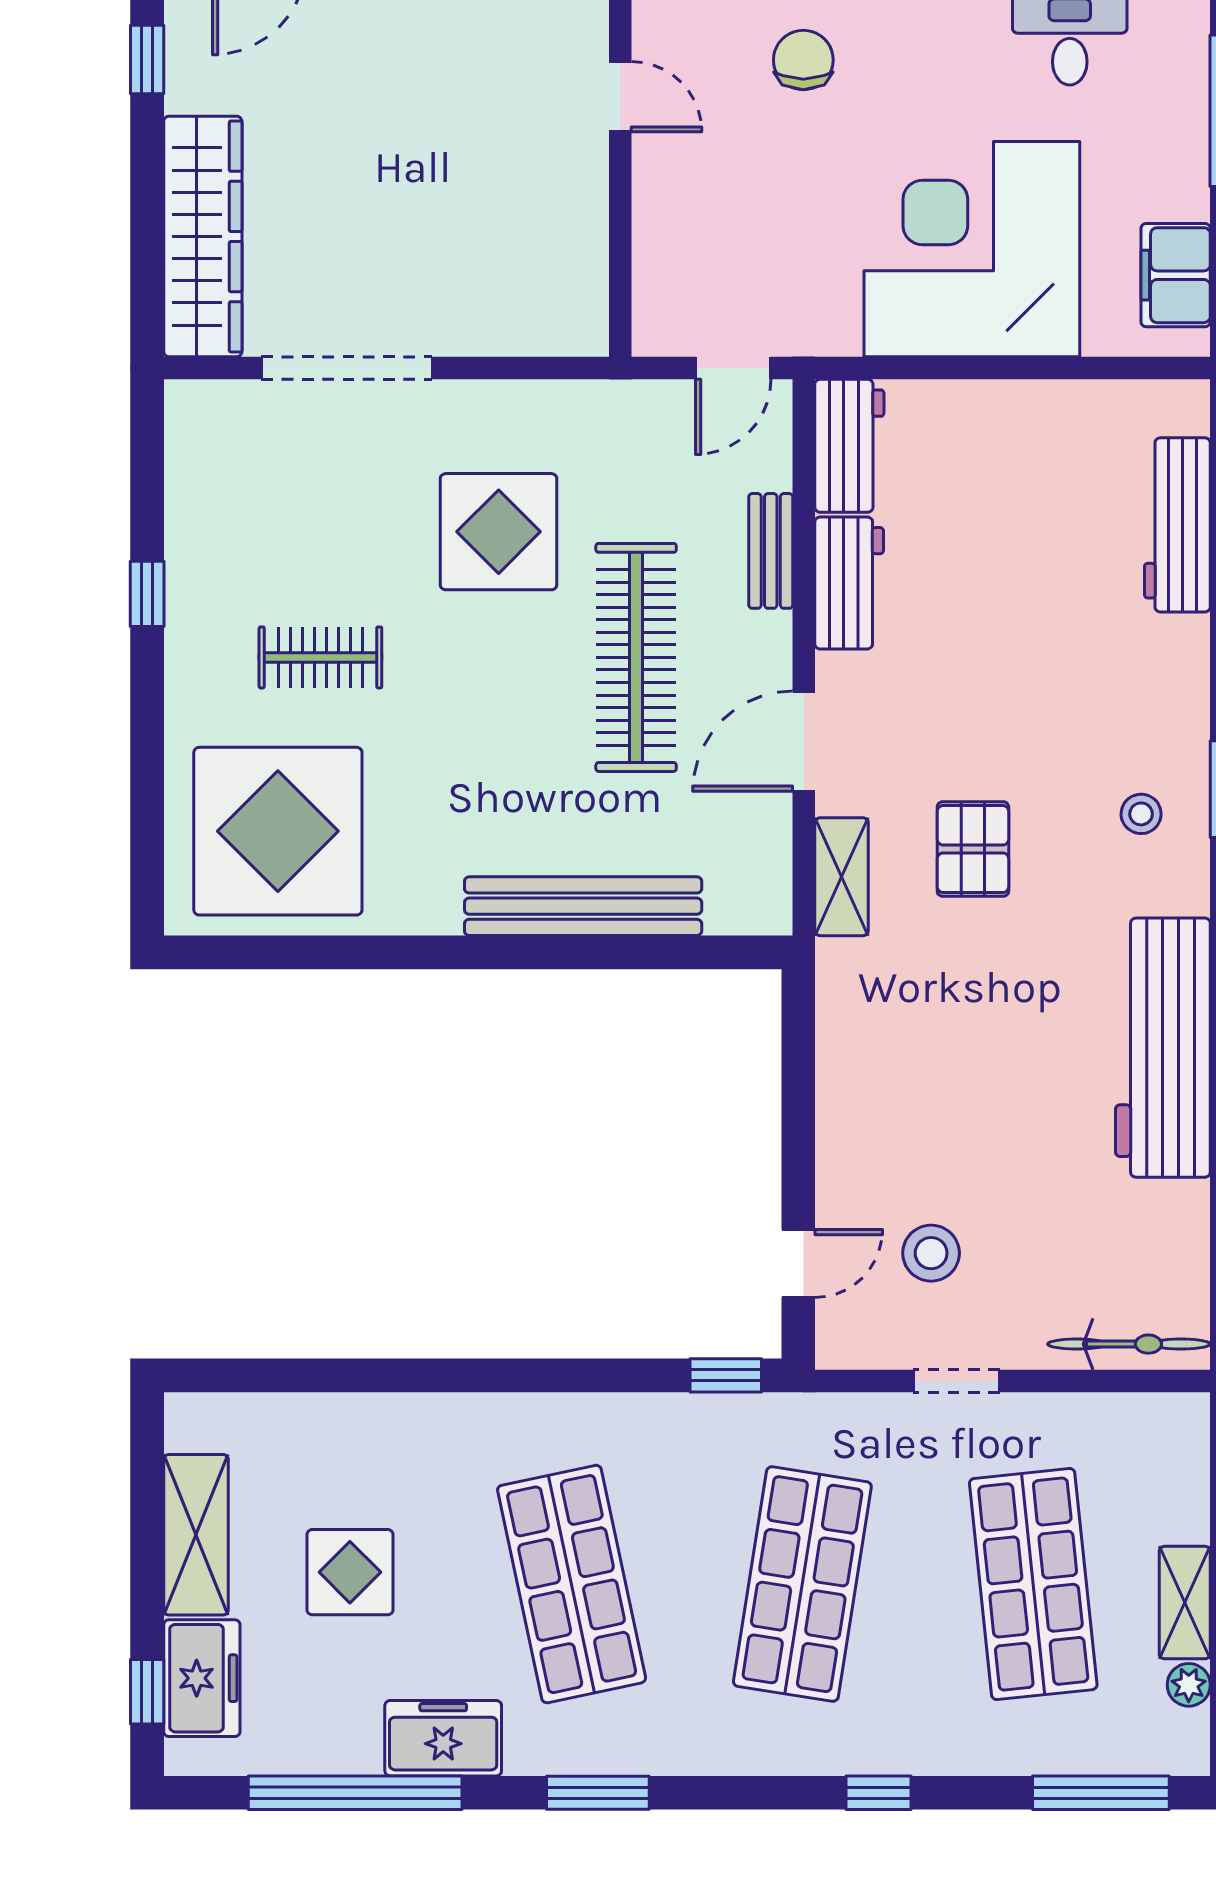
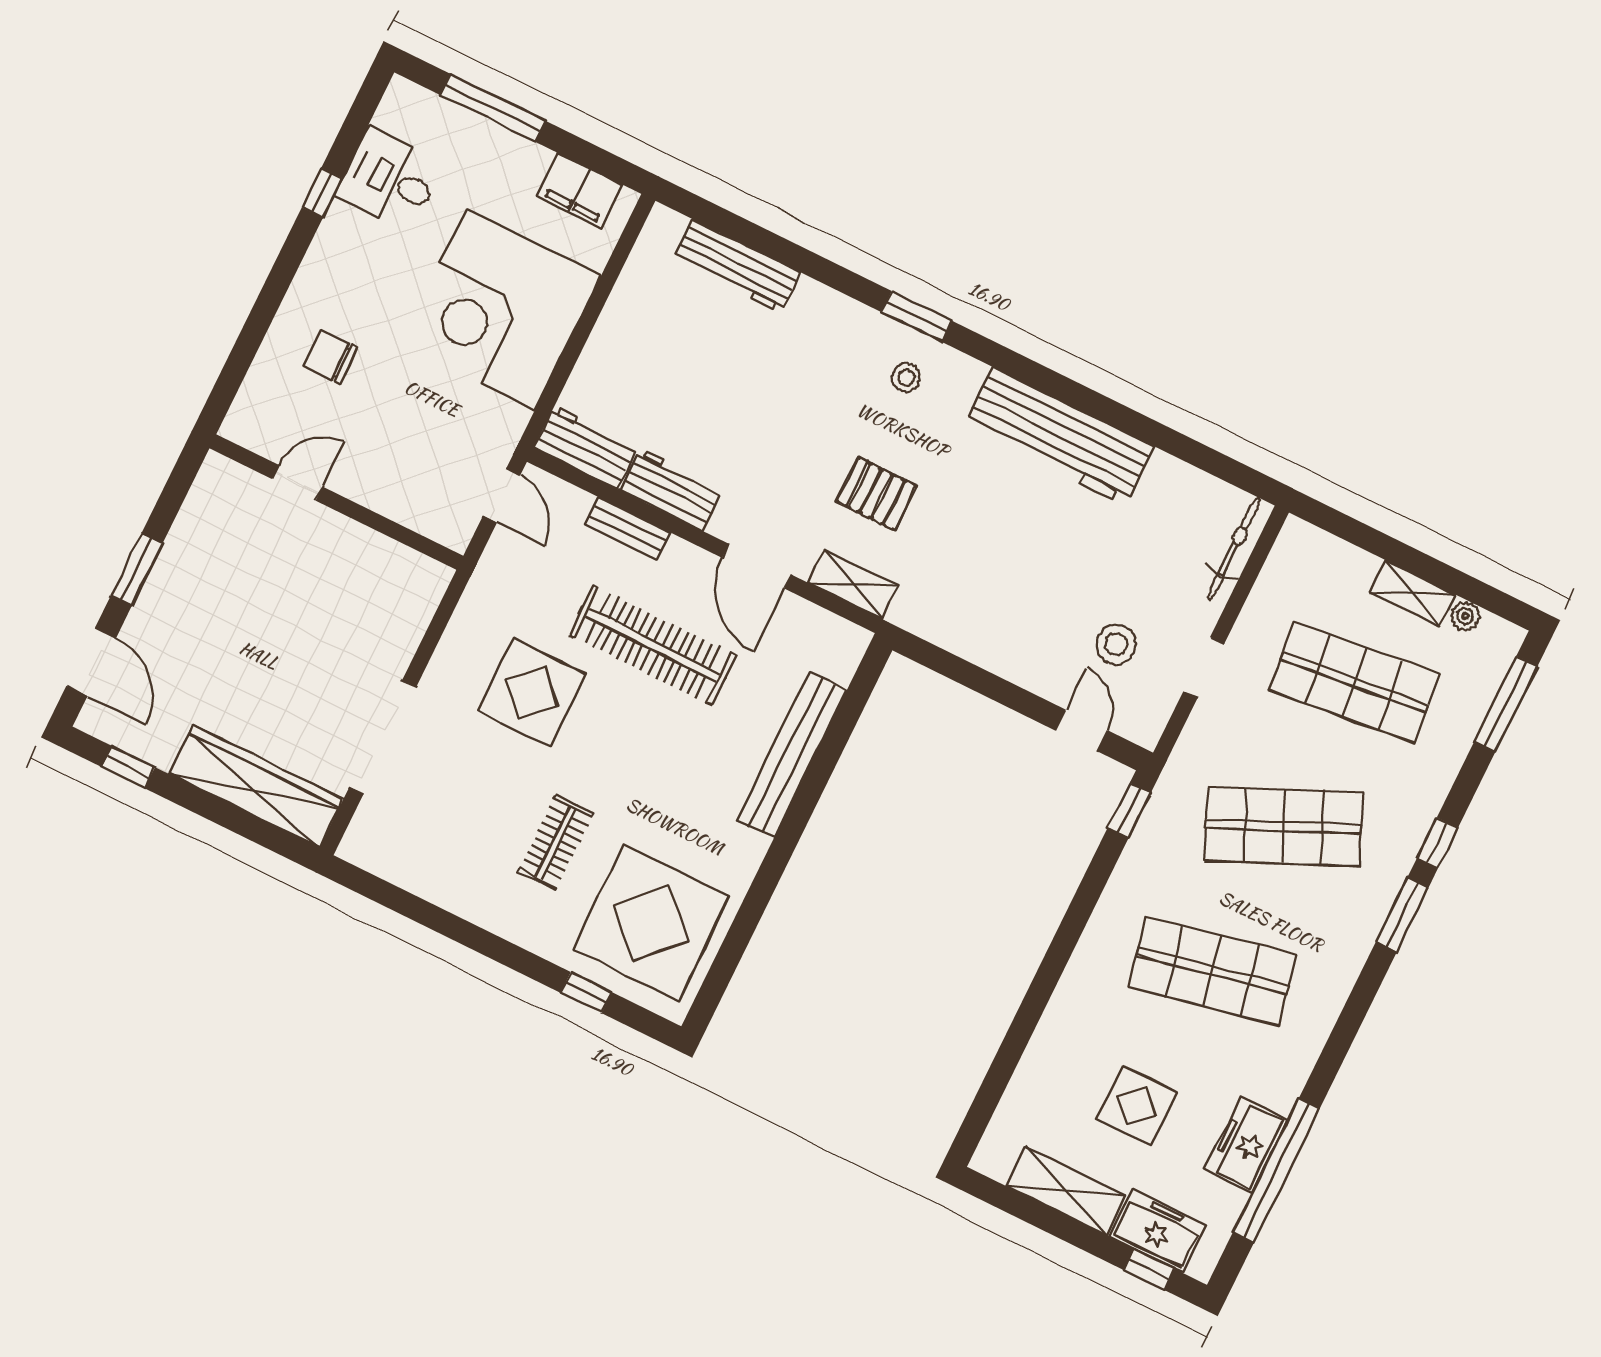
window: (147, 594) -> (586, 993), moved
shop shelf: (802, 1584) -> (1283, 827), turned -33
freezer: (443, 1738) -> (1246, 1145), moved
window: (598, 1793) -> (1402, 914), moved

